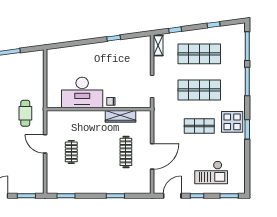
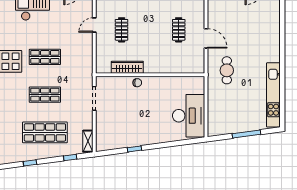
shop shelf: (199, 90) -> (45, 95), width x0.70, depth x0.74
desk: (82, 92) -> (189, 116), moved, turned 90
clothes rail: (126, 152) -> (122, 30), width x0.73
door: (152, 156) -> (94, 25), width x0.53

